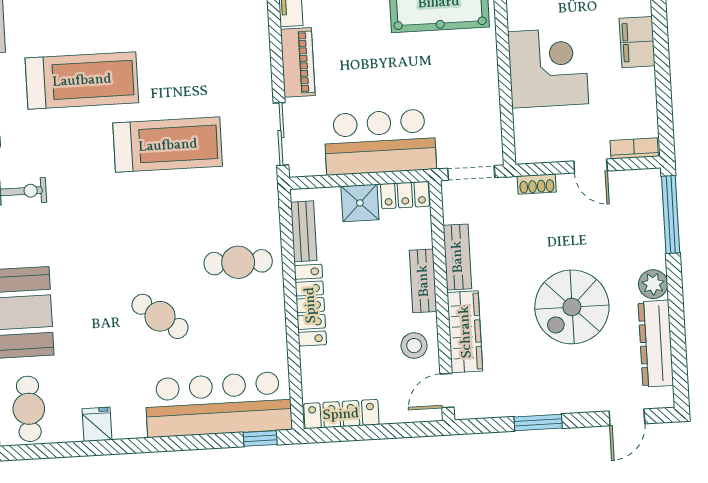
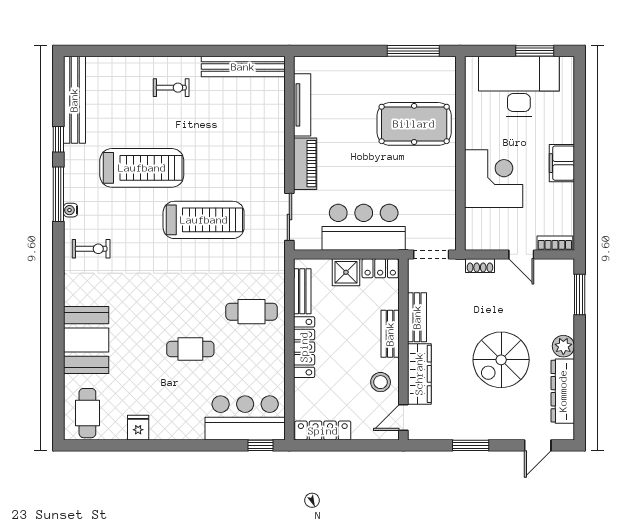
window: (671, 215) -> (580, 295), width x0.69
cafe table: (160, 316) -> (190, 349), turned -37
bar counter: (218, 404) -> (245, 418), width x0.73

